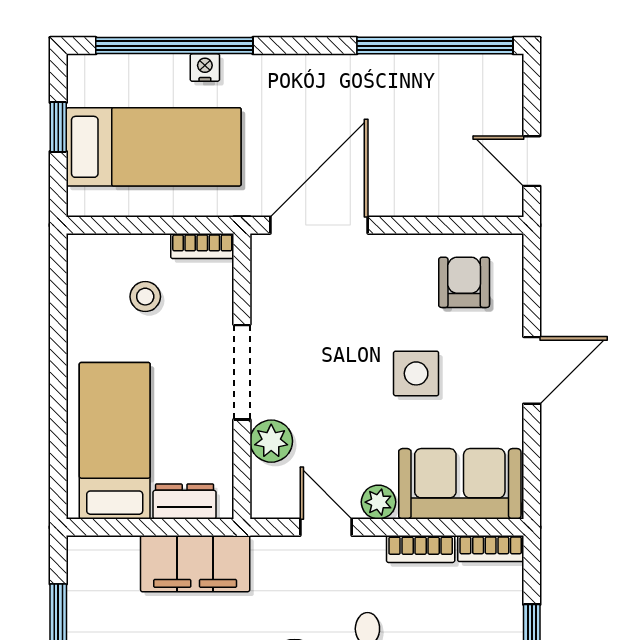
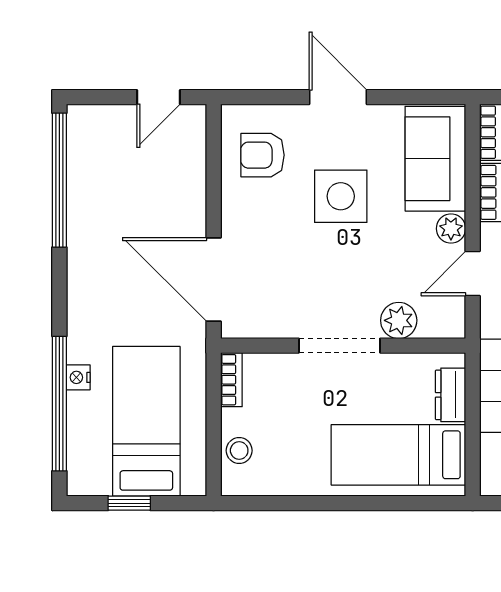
stool: (145, 297) -> (239, 451), moved
side table: (416, 373) -> (341, 196), width x1.37, depth x1.37

